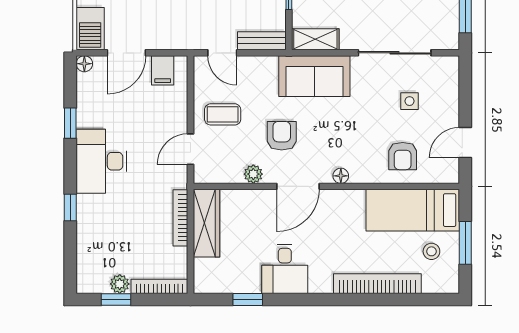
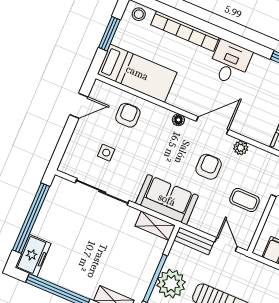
armchair: (282, 136) -> (209, 167), turned 180
stool: (431, 251) -> (139, 14), moved
desk: (285, 269) -> (230, 63), moved

